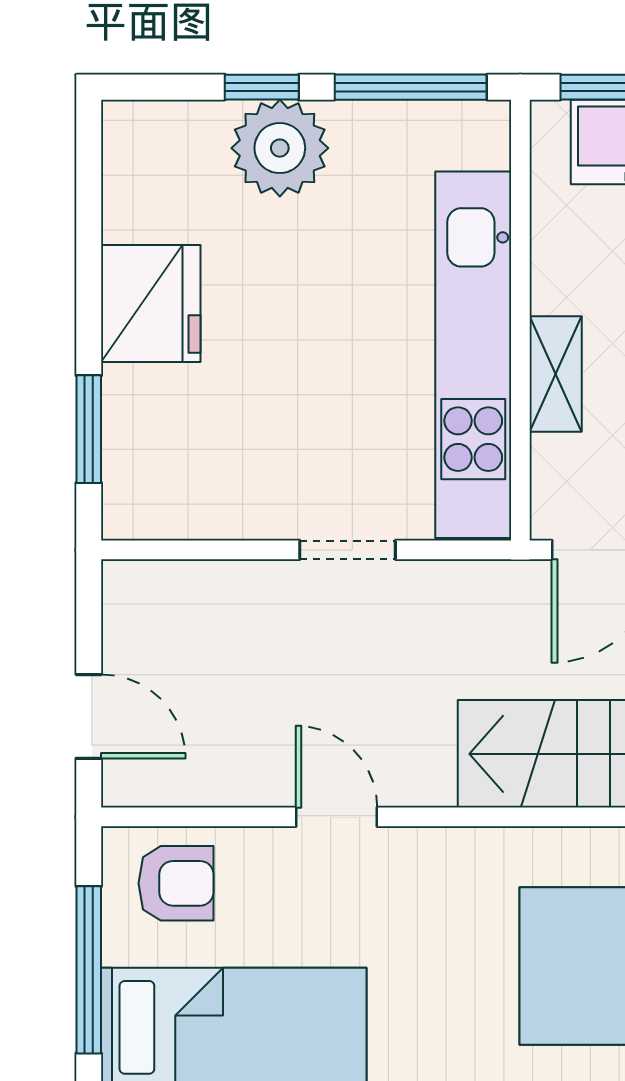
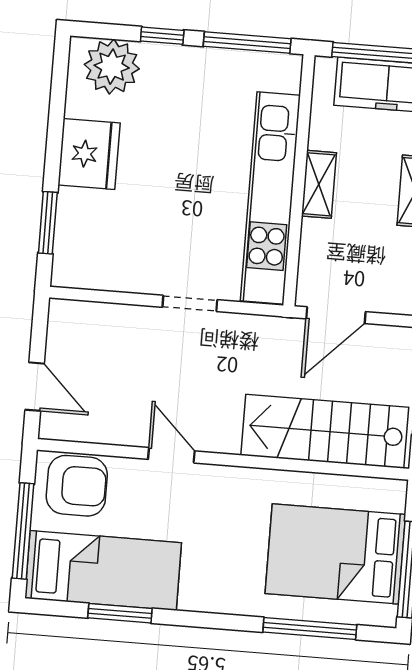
plant: (280, 148) -> (112, 67), moved
shelving: (556, 374) -> (319, 184), moved
armchair: (176, 883) -> (77, 486), width x1.38, depth x1.38

